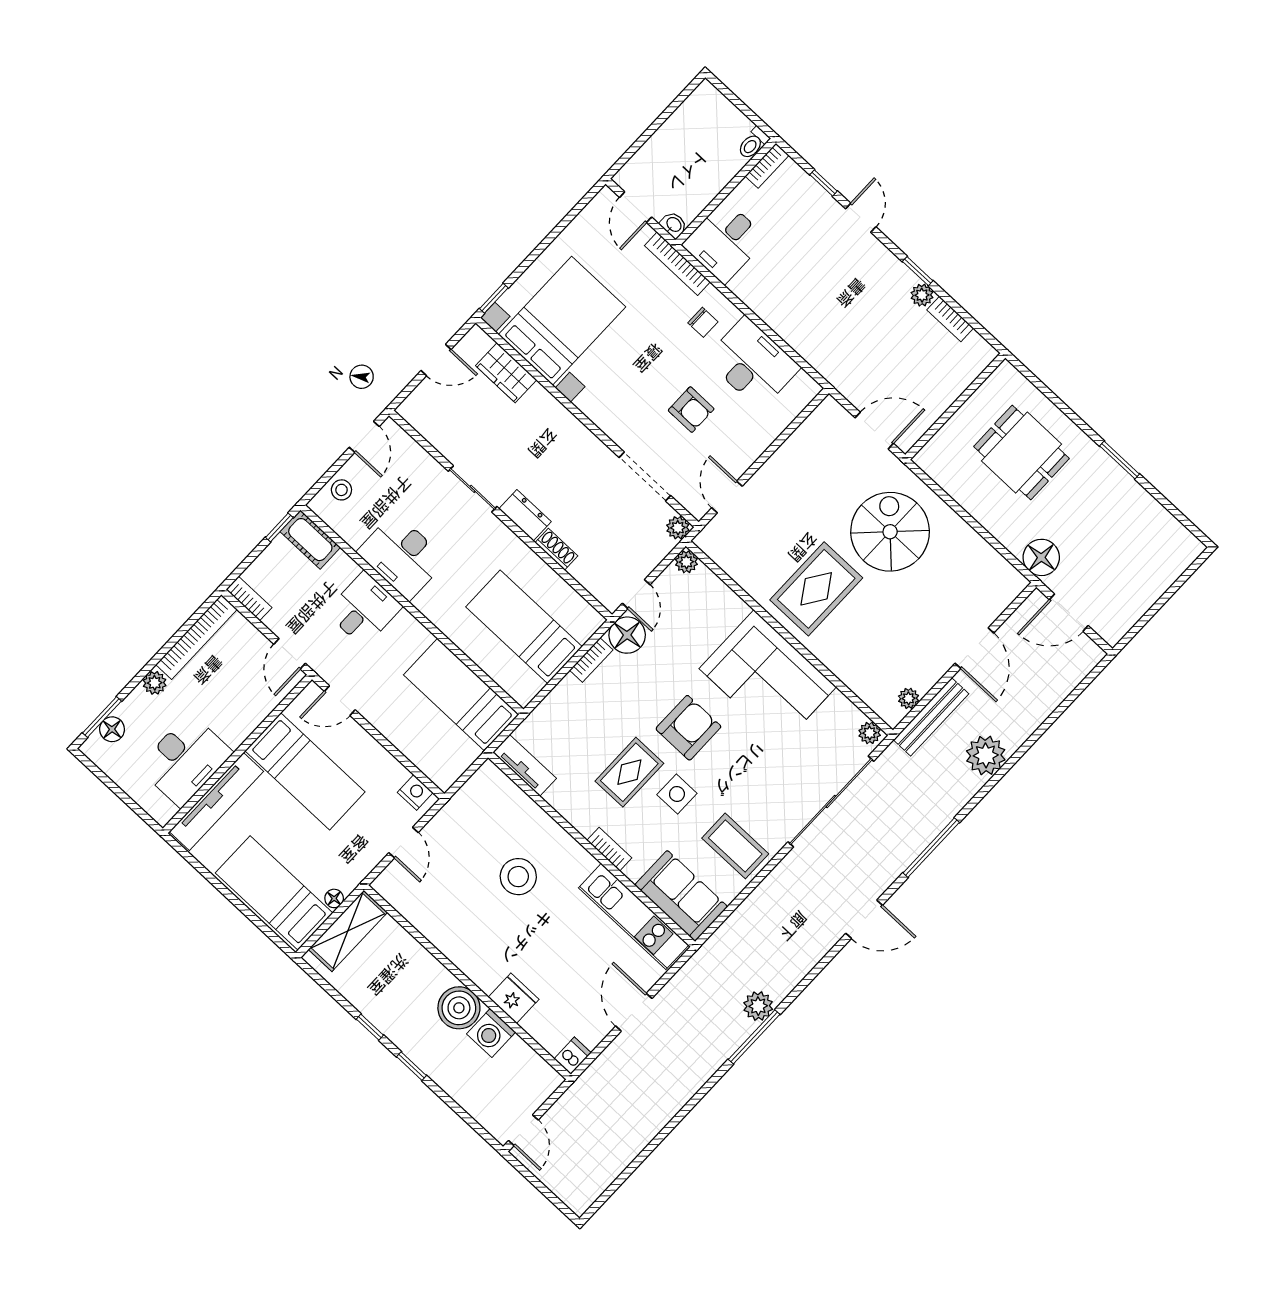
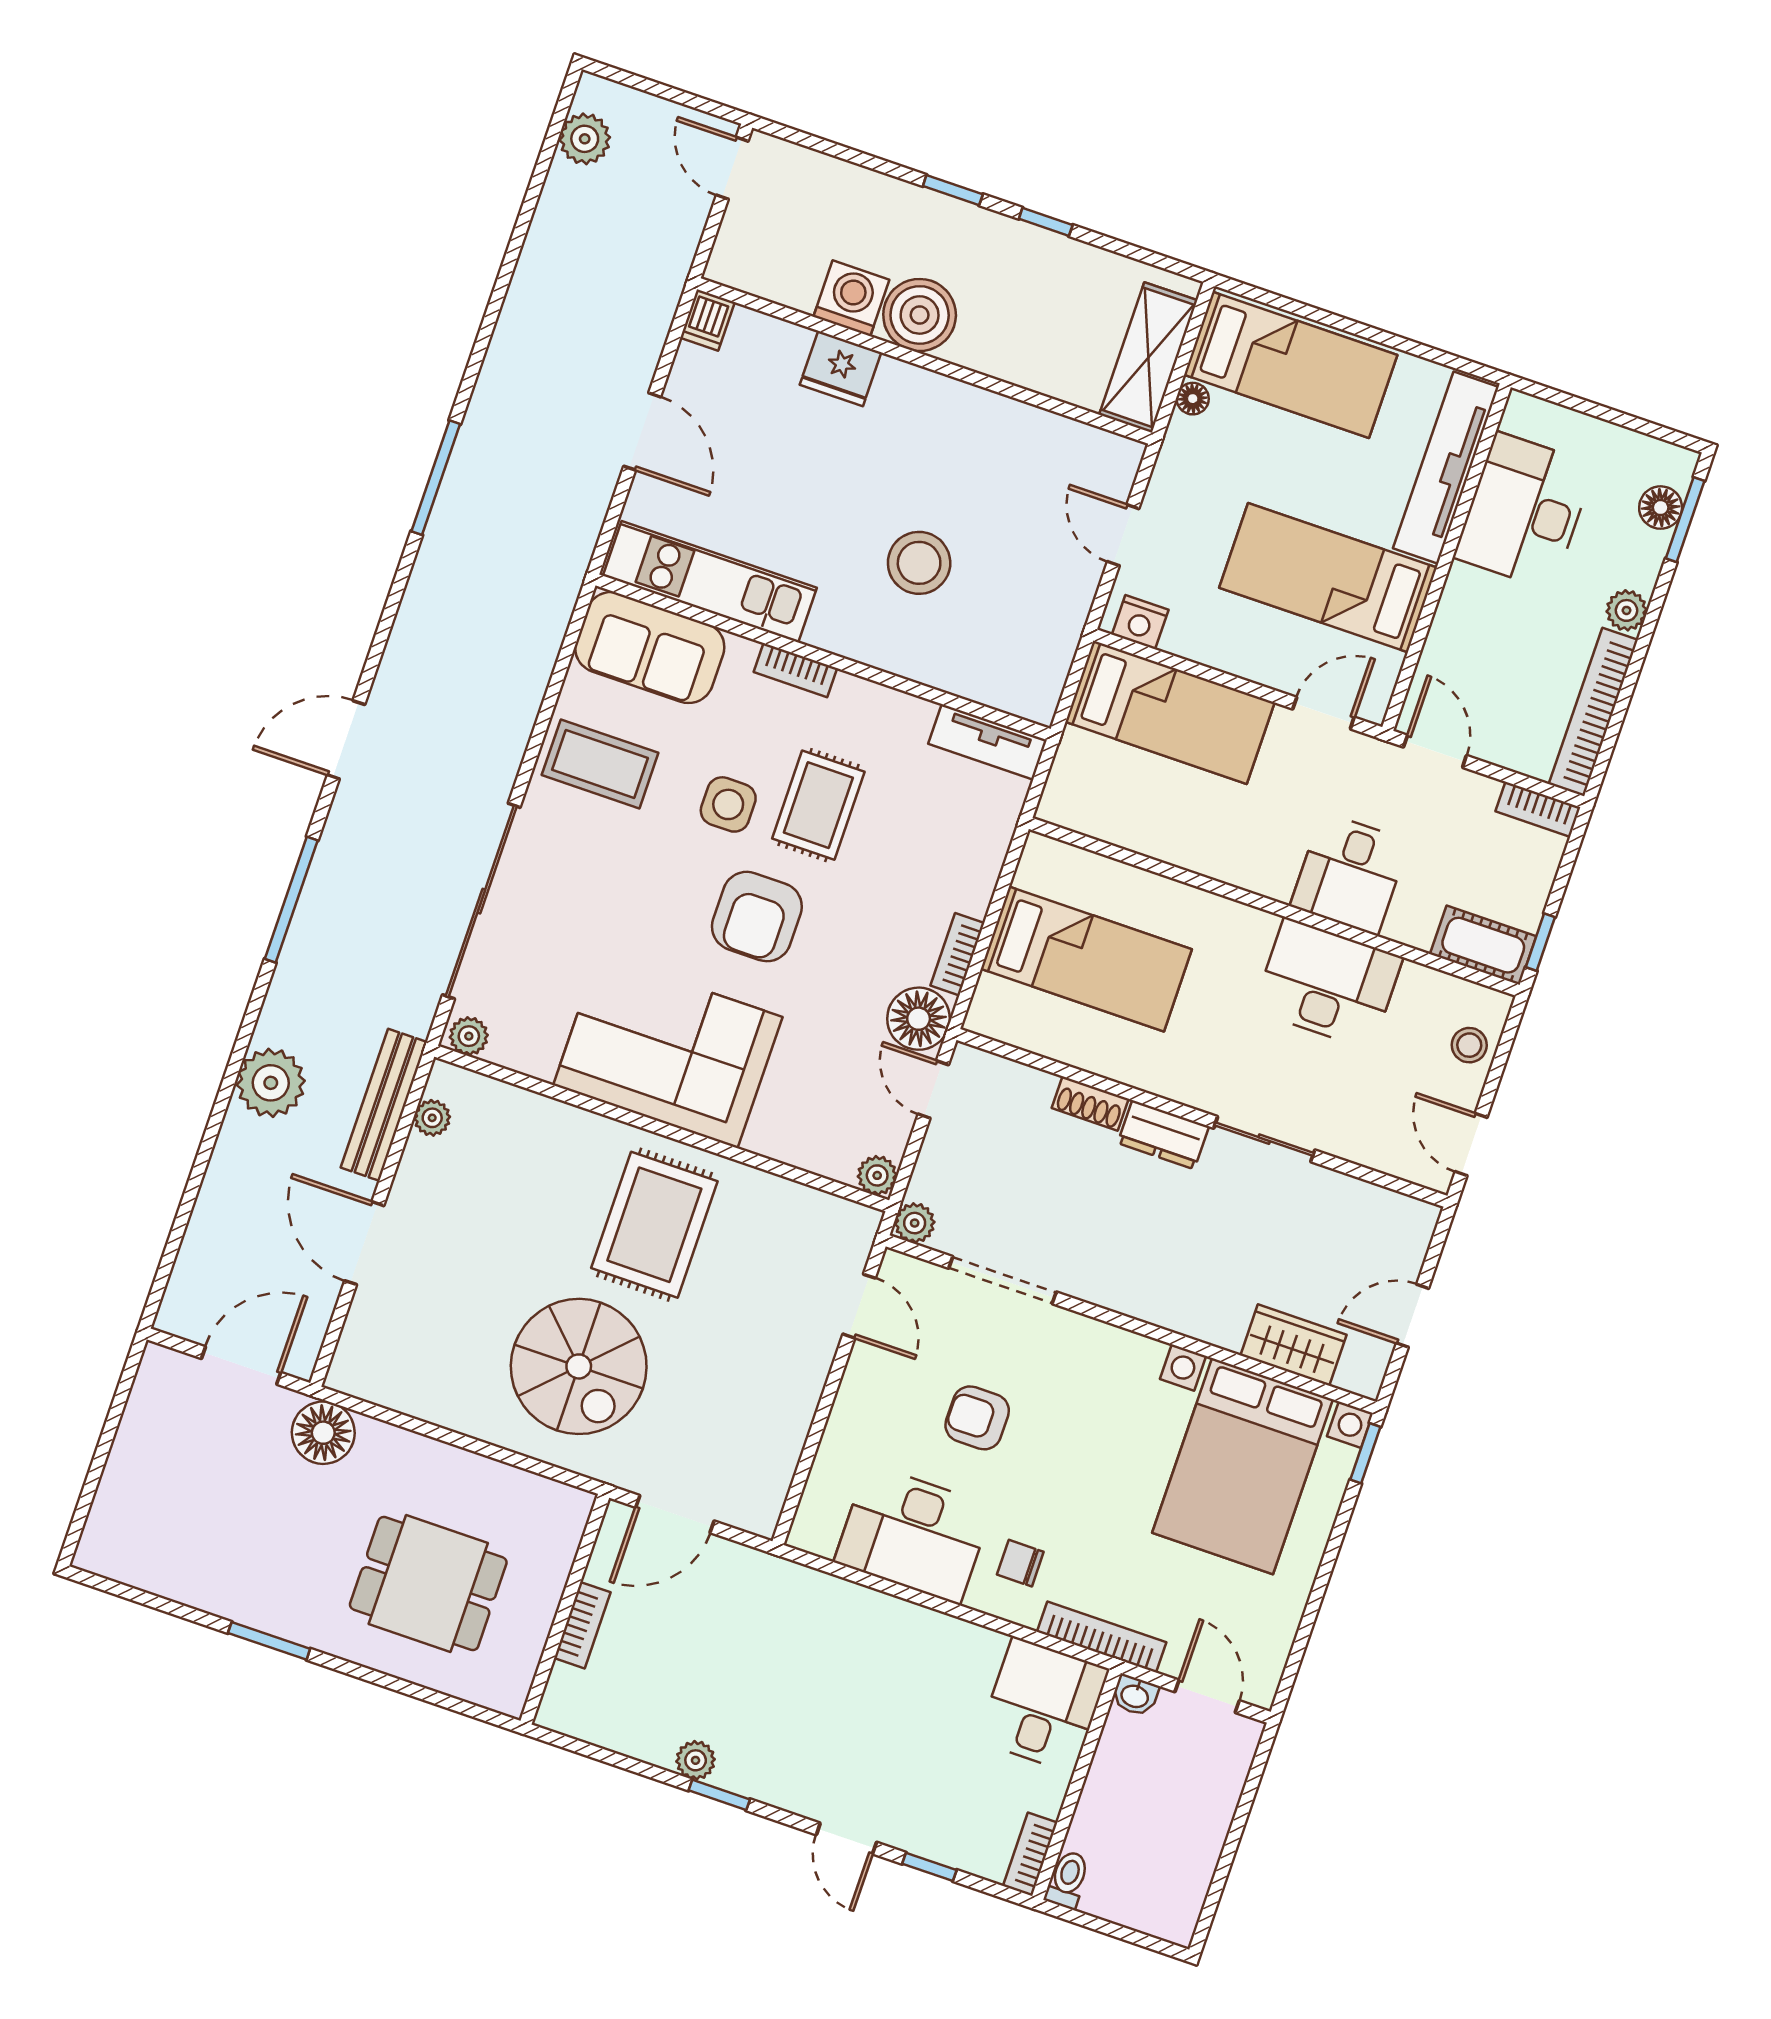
bookcase: (950, 319) -> (582, 1625), moved, turned 90
bed: (461, 695) -> (1170, 712), moved
plant: (758, 1006) -> (585, 139), moved

